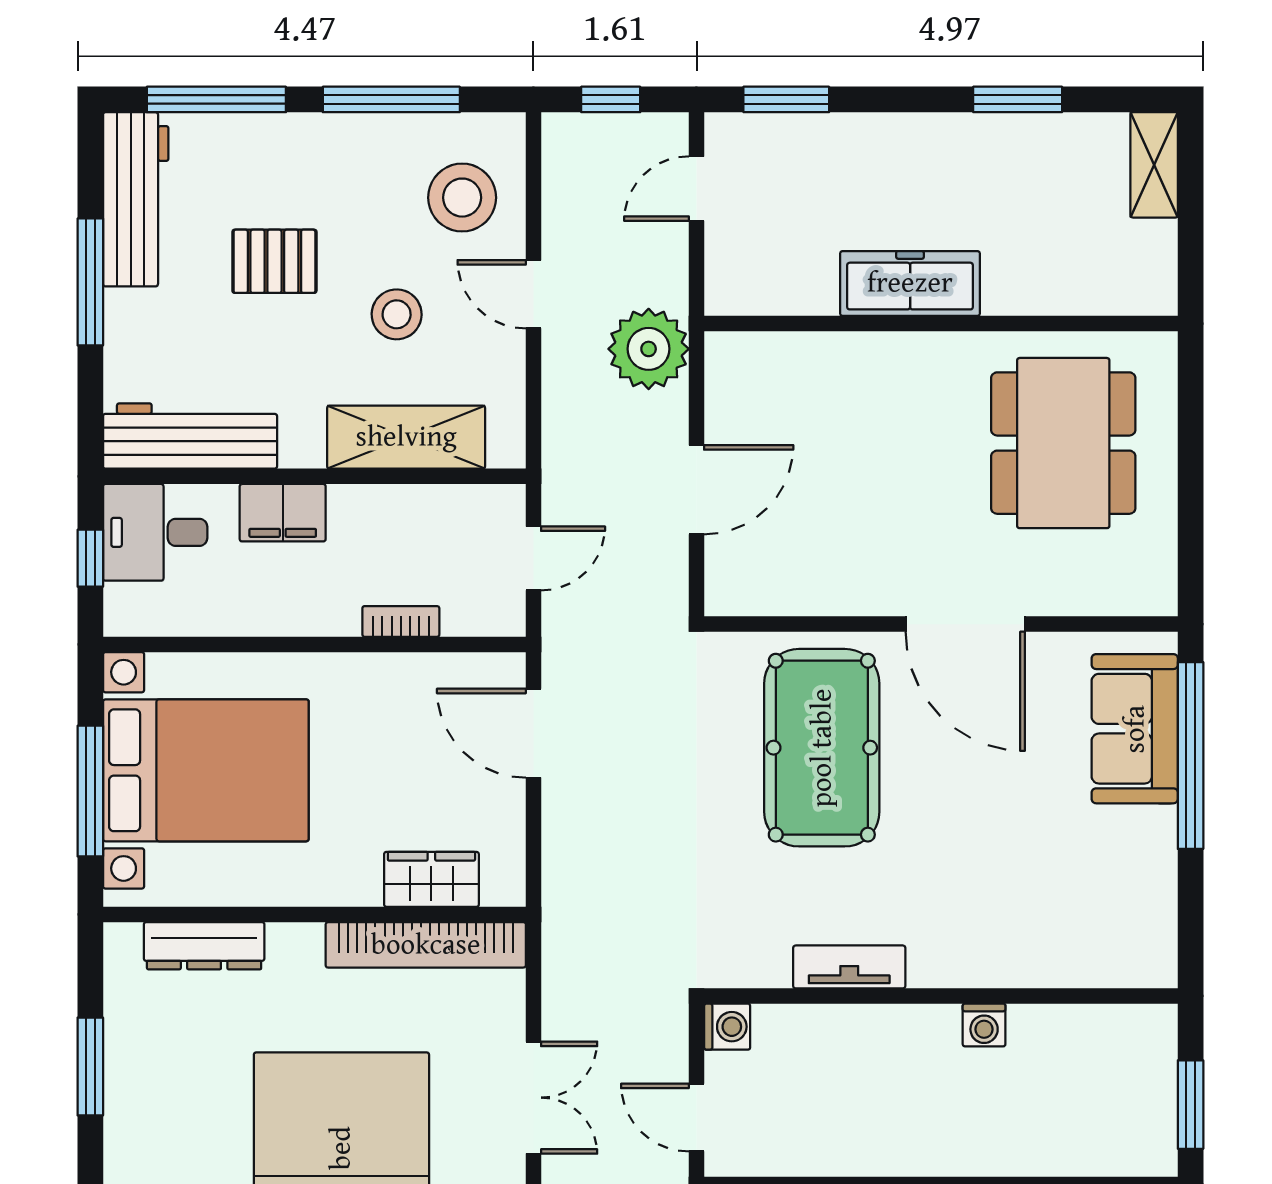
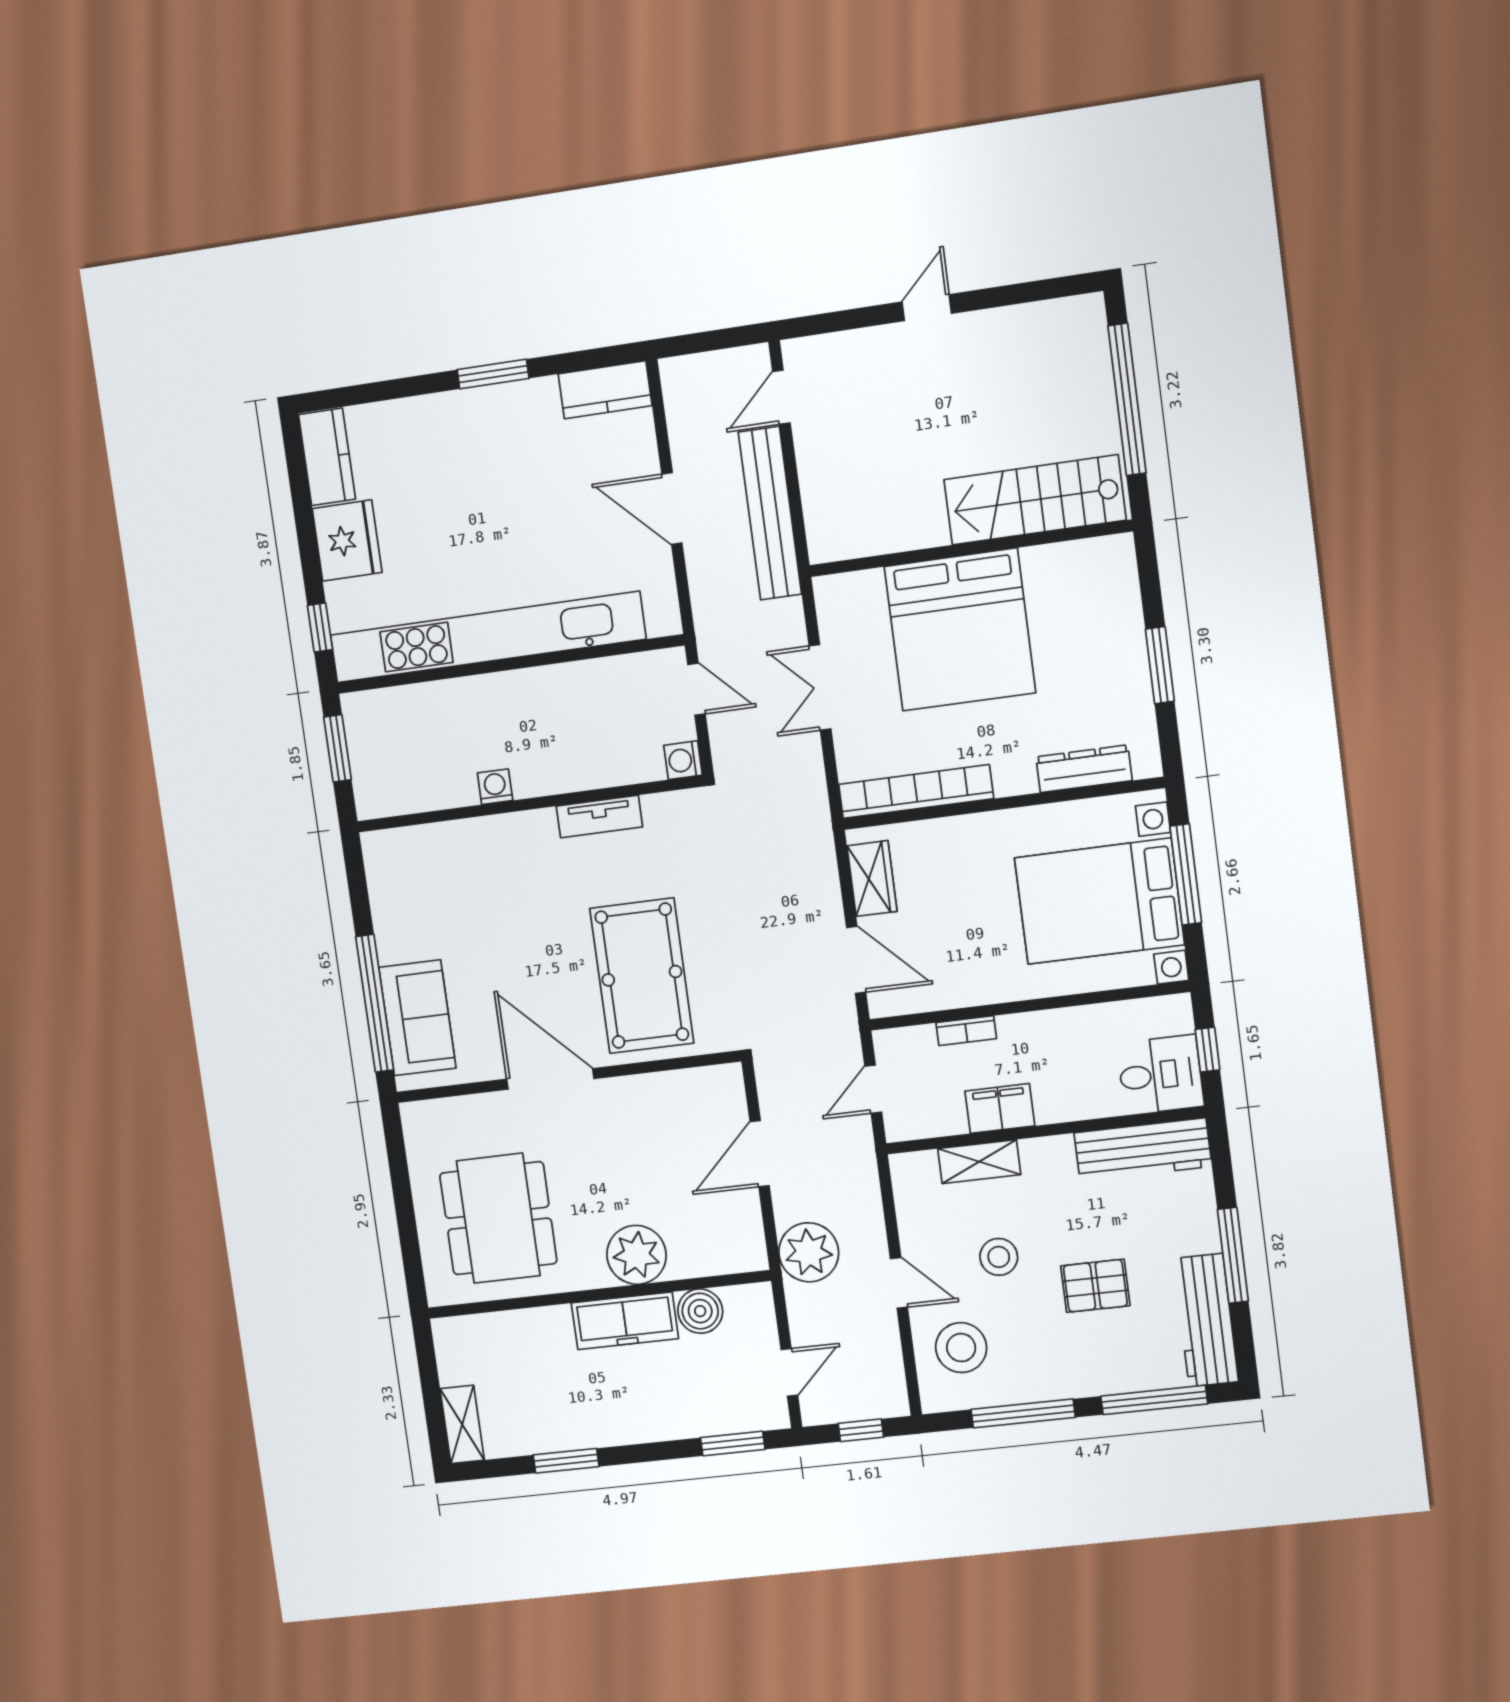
boiler: (806, 285) -> (700, 1311), added
plant: (881, 372) -> (637, 1255), added
shelving: (406, 437) -> (979, 1162), width x0.67, depth x0.75
filing cabinet: (283, 513) -> (1000, 1108), moved
wardrobe: (431, 879) -> (872, 879), moved, turned -90

